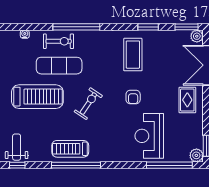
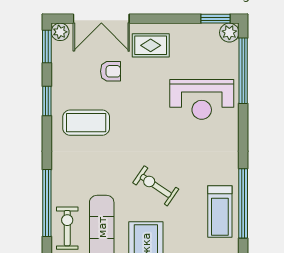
armchair: (133, 97) -> (111, 71), moved

